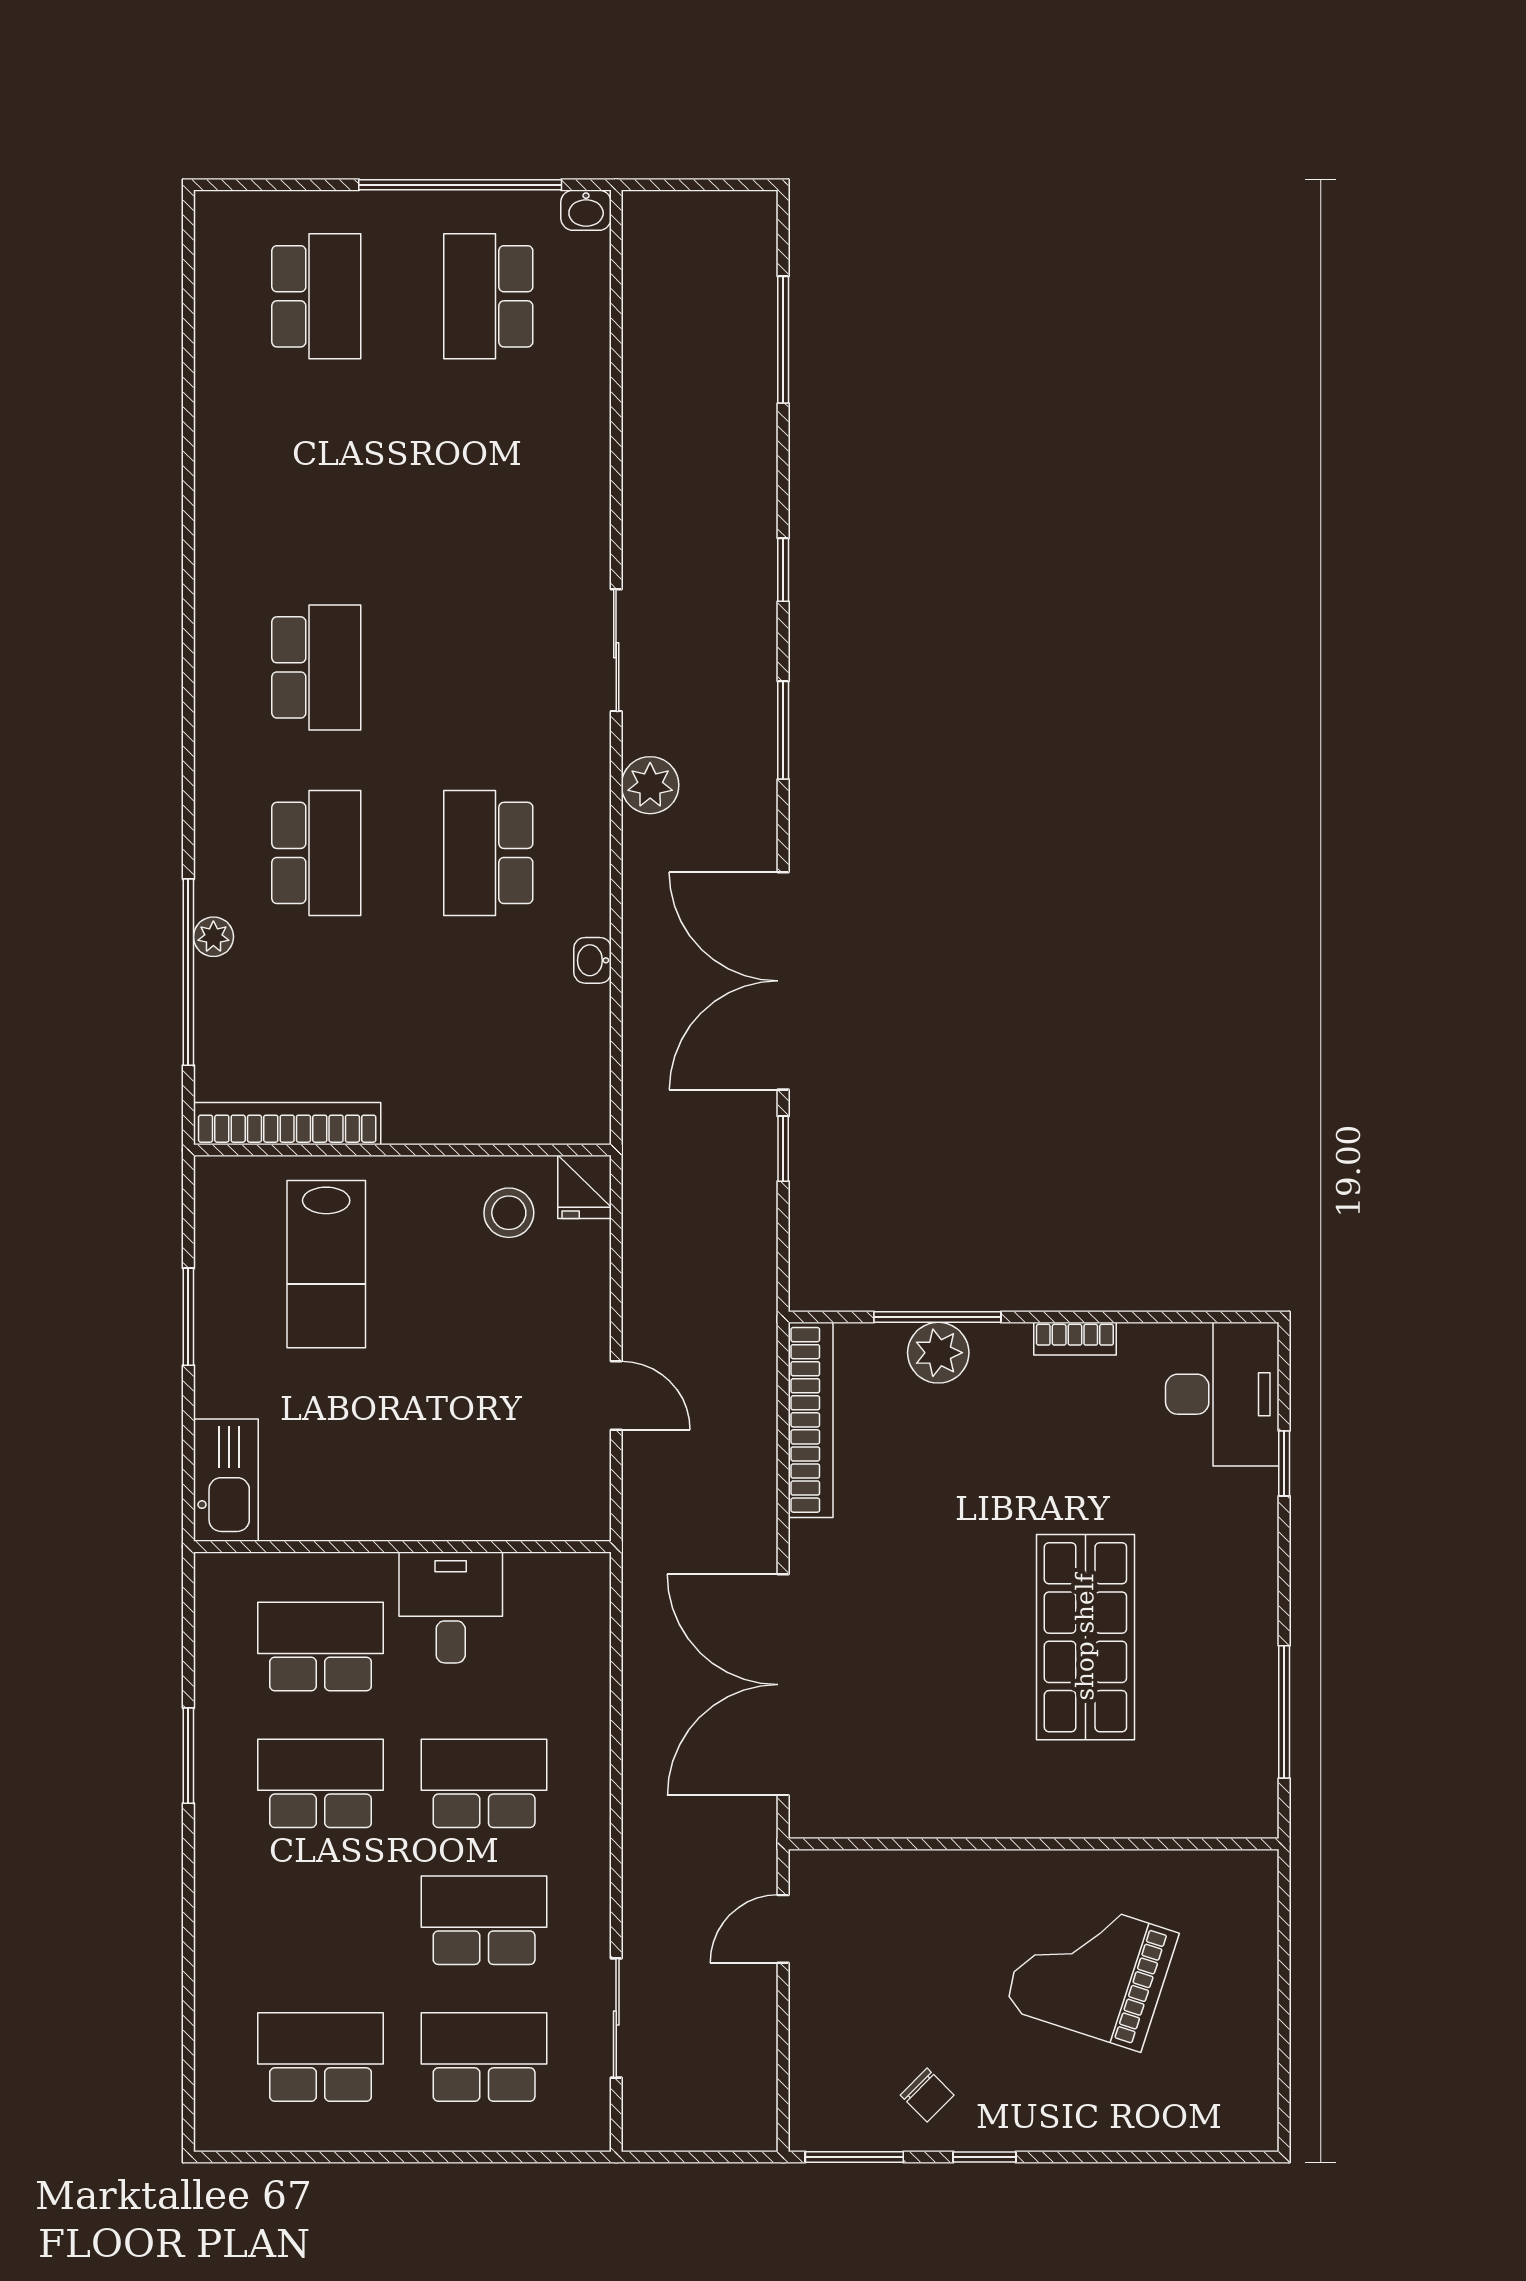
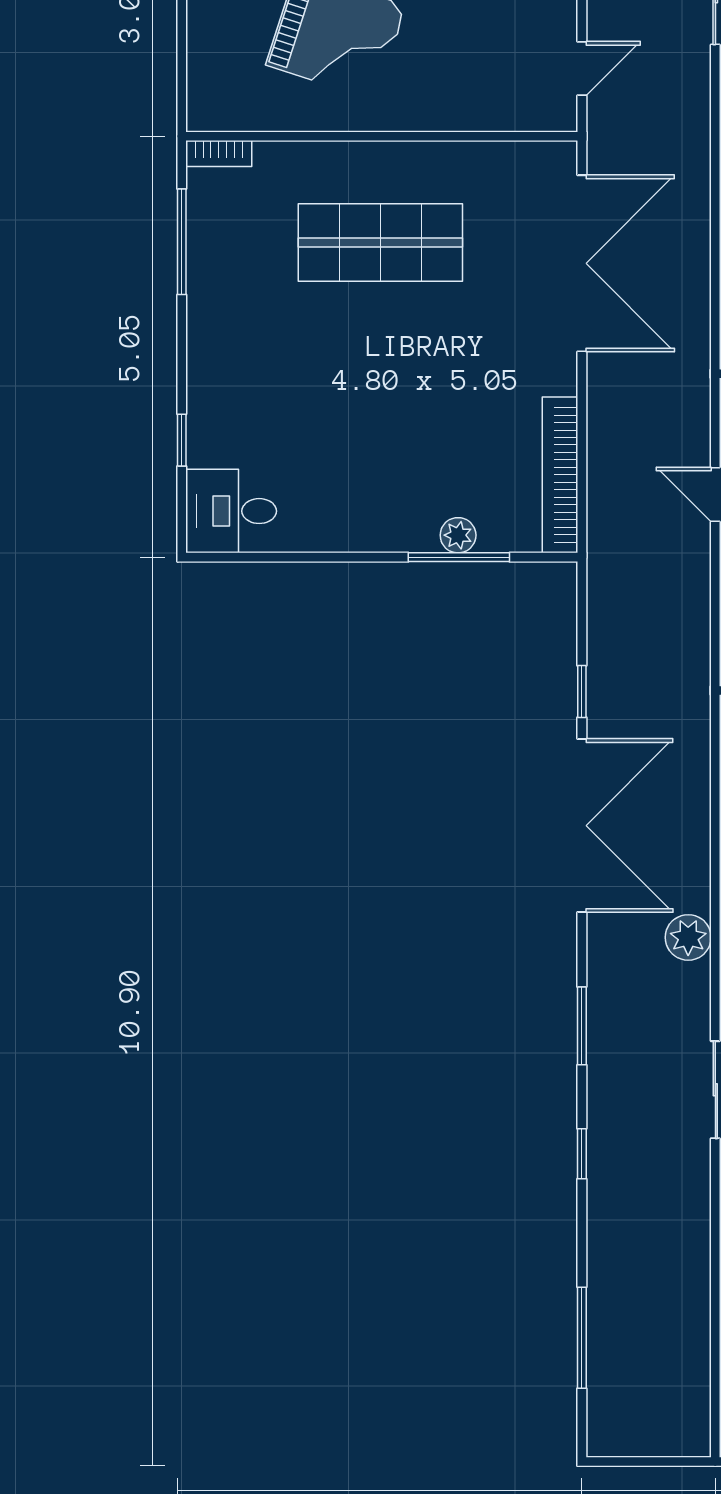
plant: (650, 785) -> (688, 937), moved
bookcase: (1075, 1339) -> (219, 154), moved, turned 180
plant: (938, 1353) -> (458, 535), width x0.73, depth x0.73
desk: (1222, 1394) -> (231, 511), width x0.73
shop shelf: (1085, 1637) -> (380, 242), moved, turned 90

